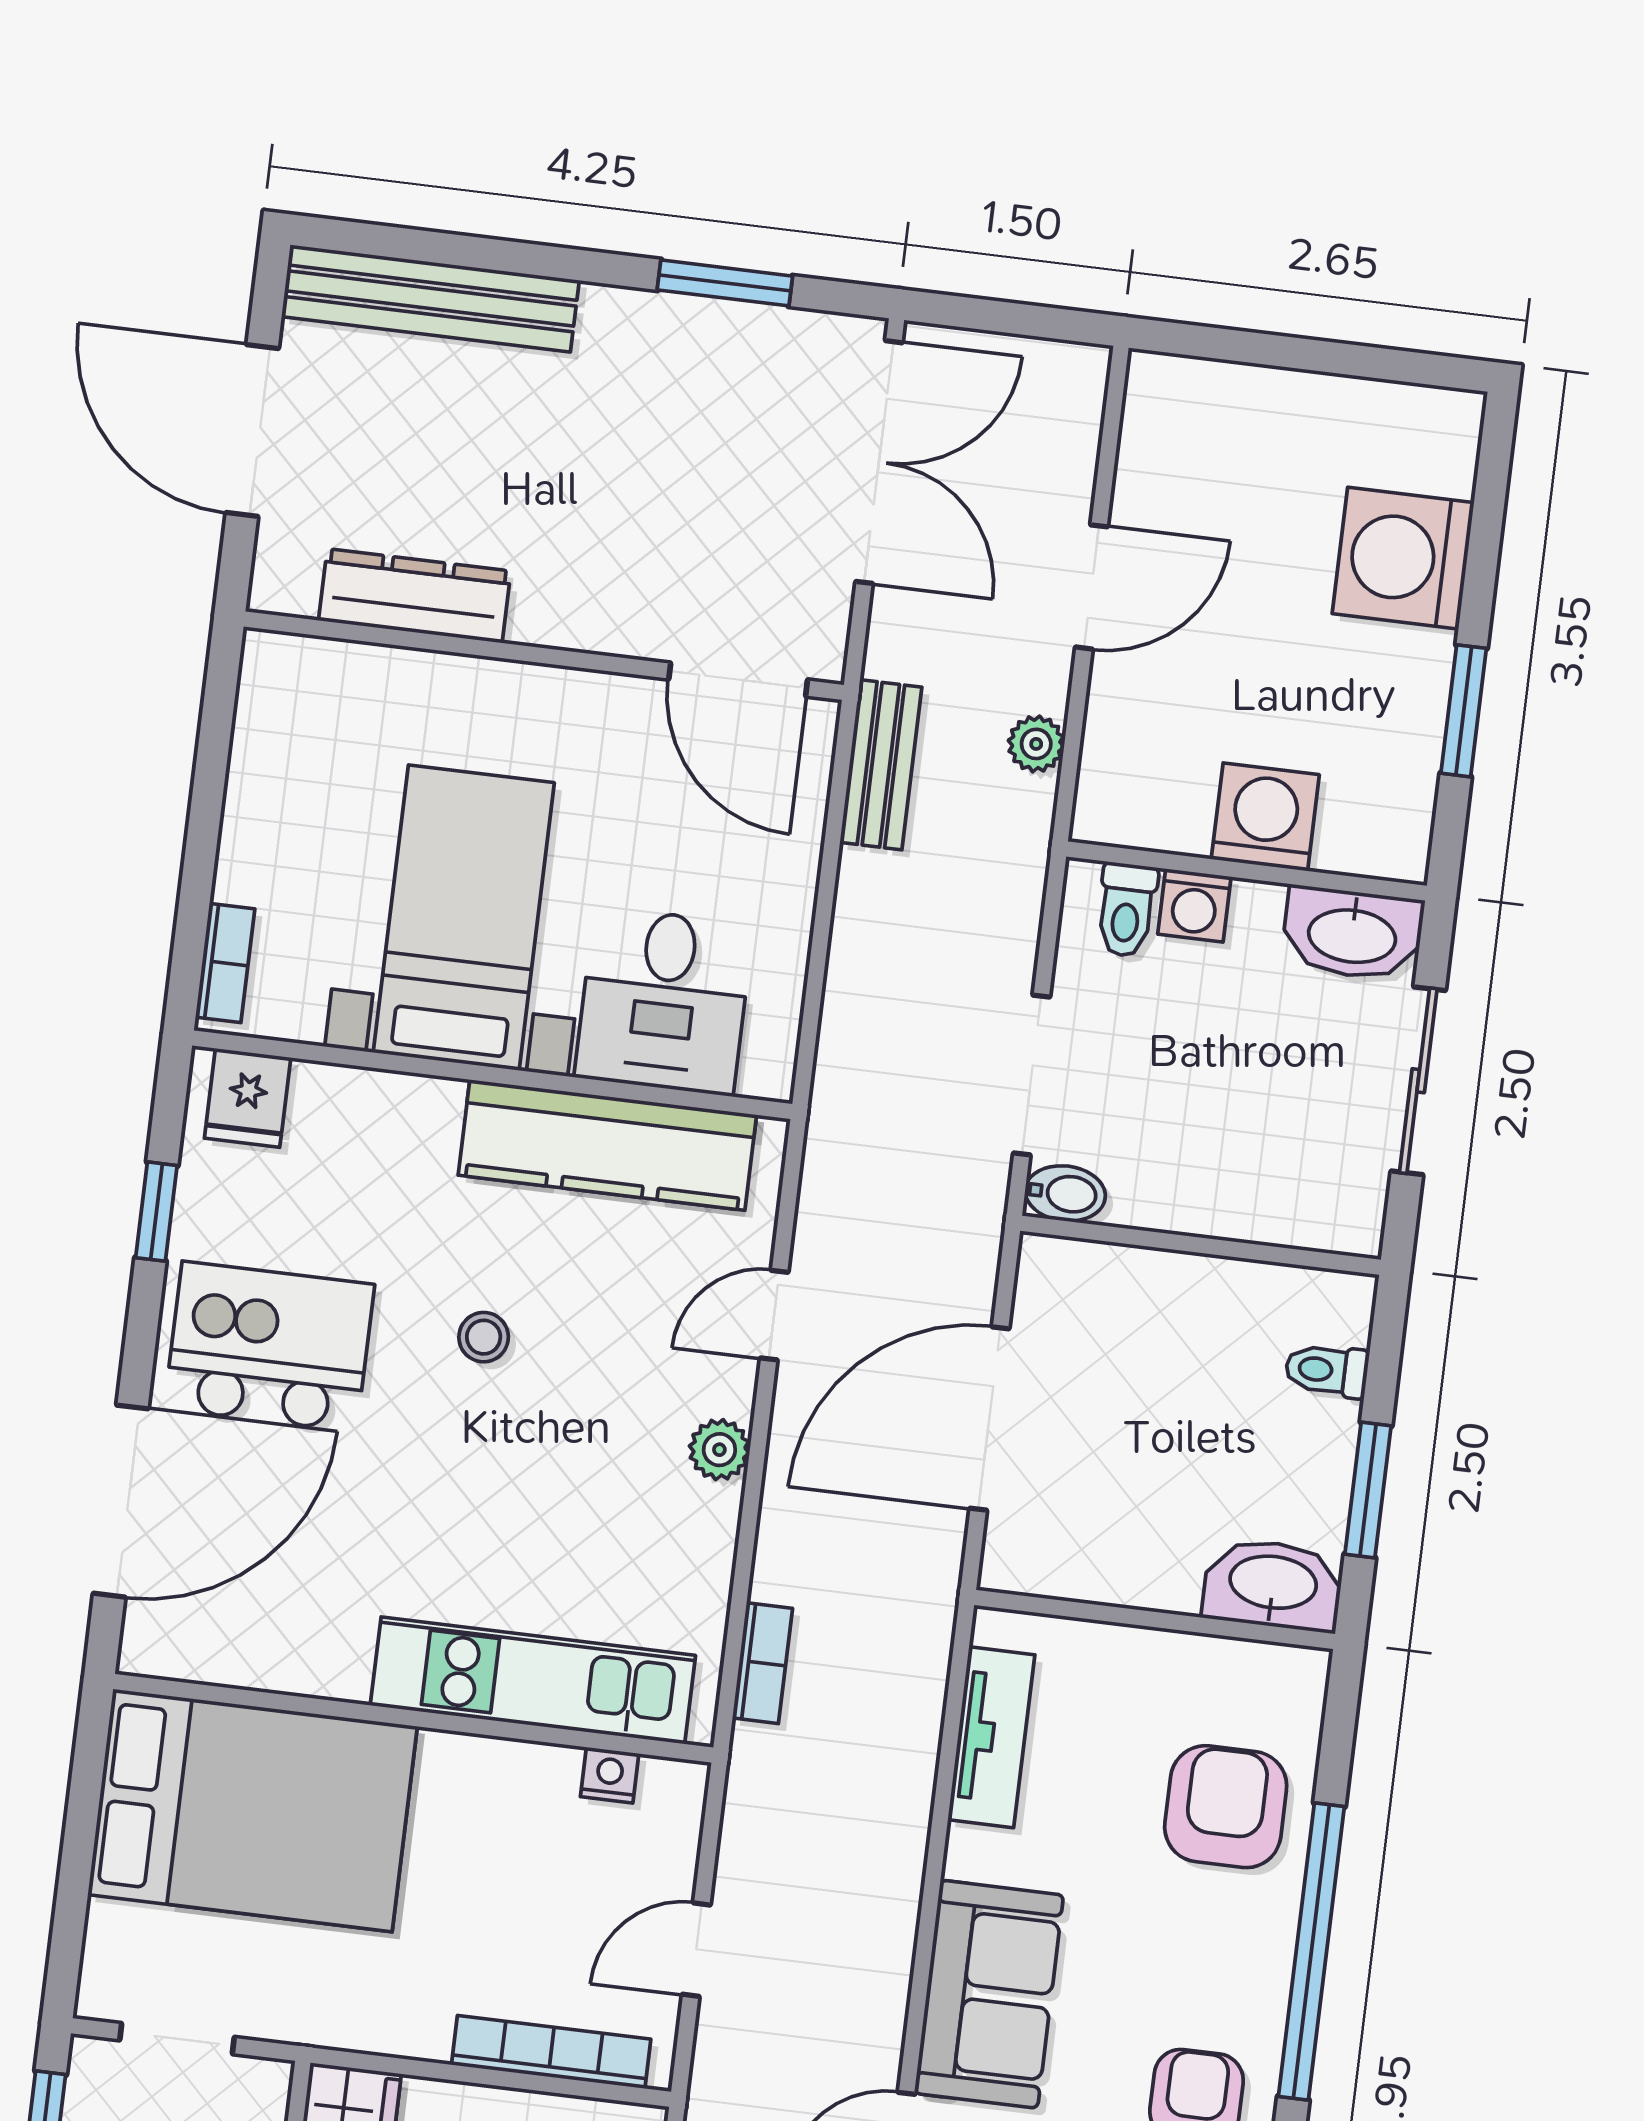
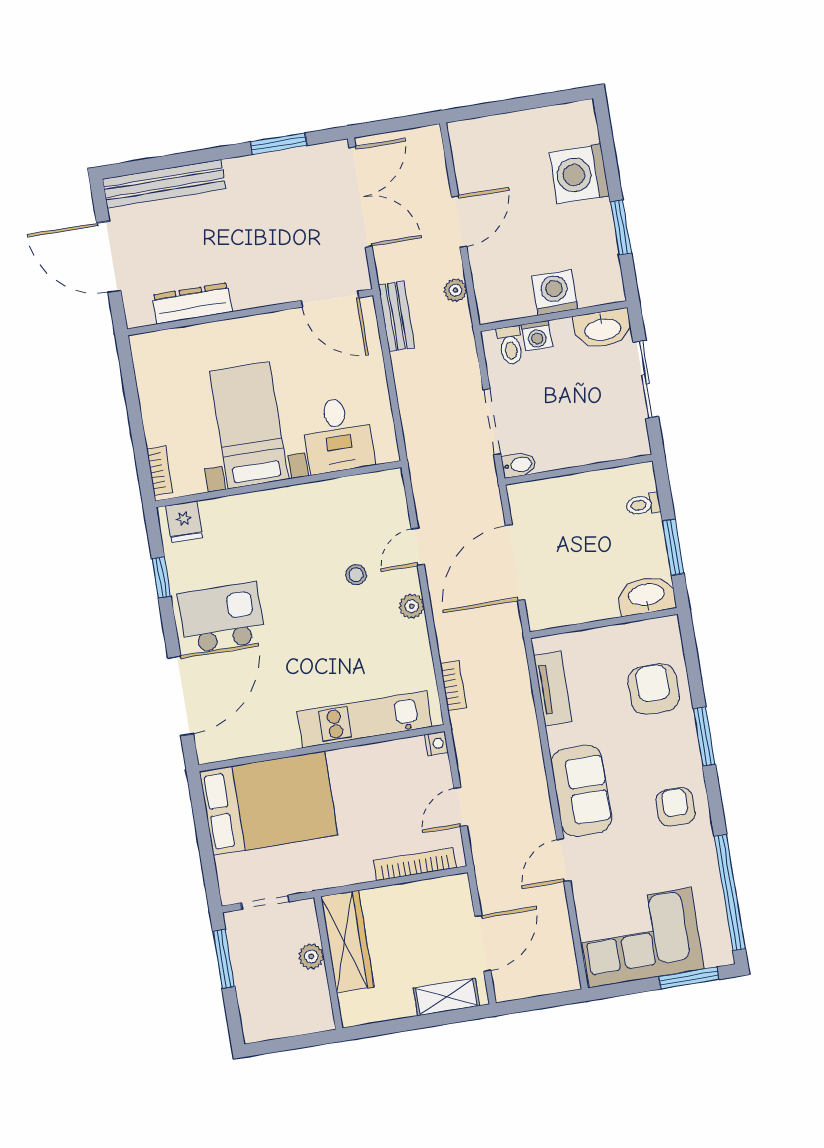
kitchen counter: (607, 1145) -> (332, 499), removed
stool: (484, 1337) -> (356, 575), moved
nightstand: (610, 1775) -> (436, 743), moved, turned 90
window: (1311, 1952) -> (704, 736), width x0.47

